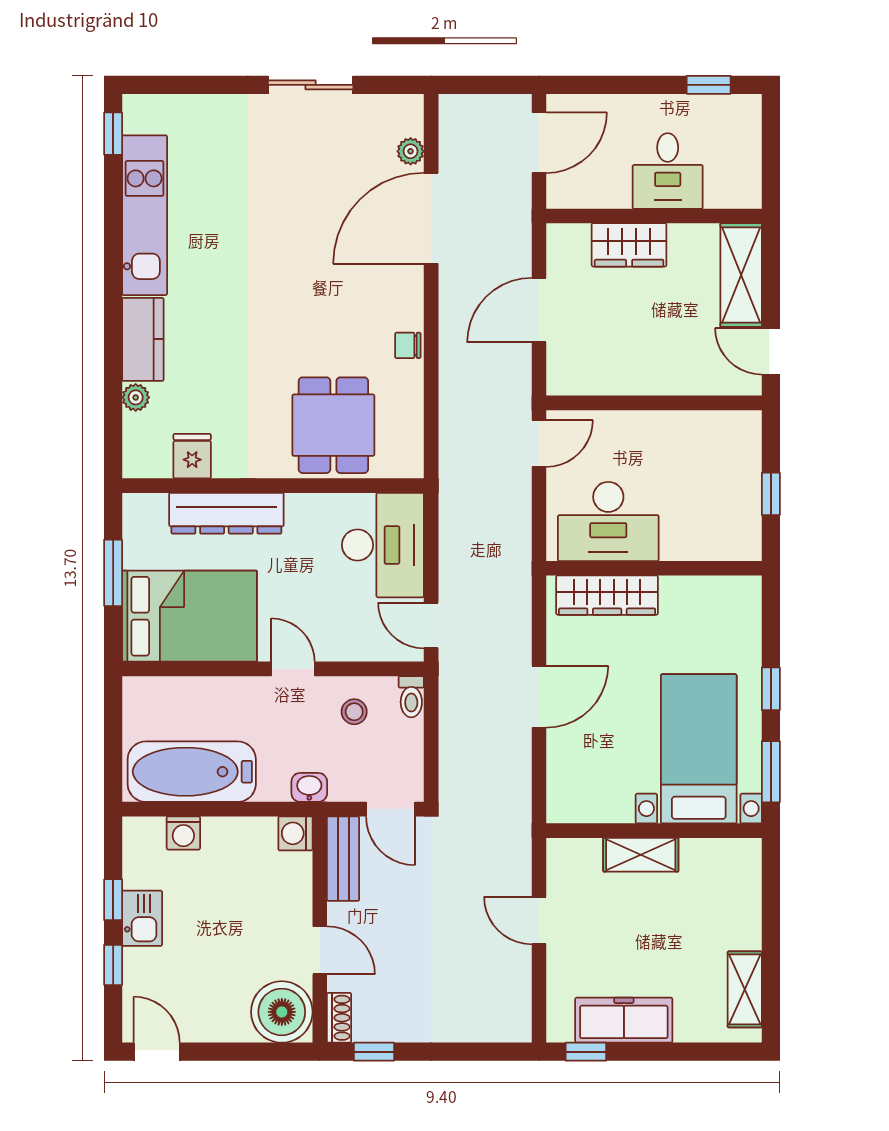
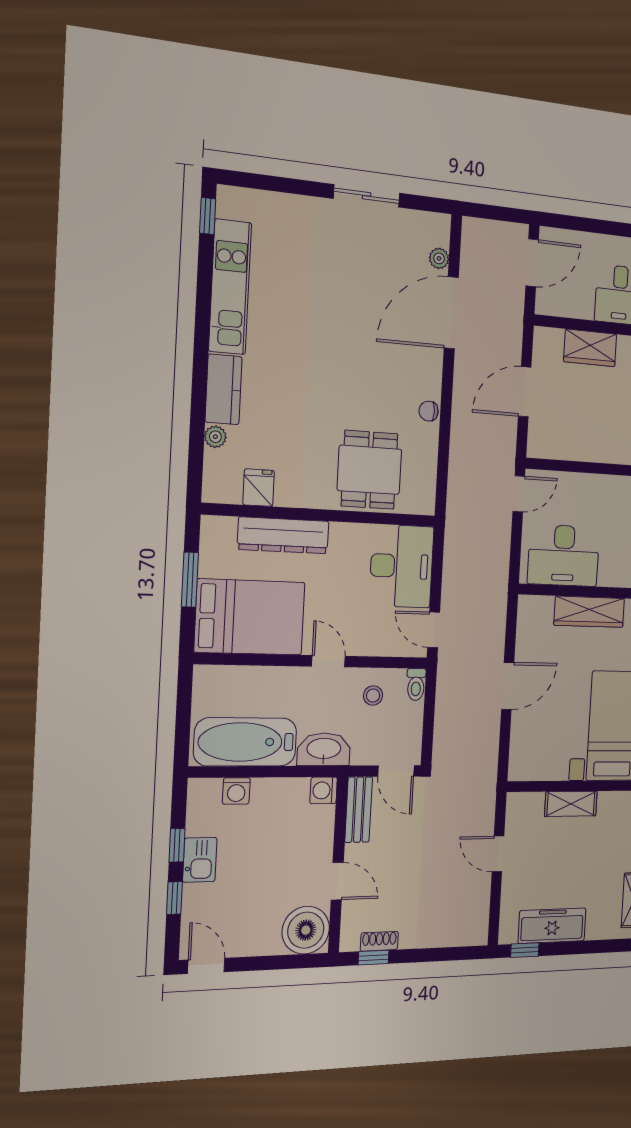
wardrobe: (607, 595) -> (589, 612), moved
washbasin: (309, 787) -> (324, 749), width x1.91, depth x1.45
shoe rack: (339, 1018) -> (379, 941), moved, turned -90

